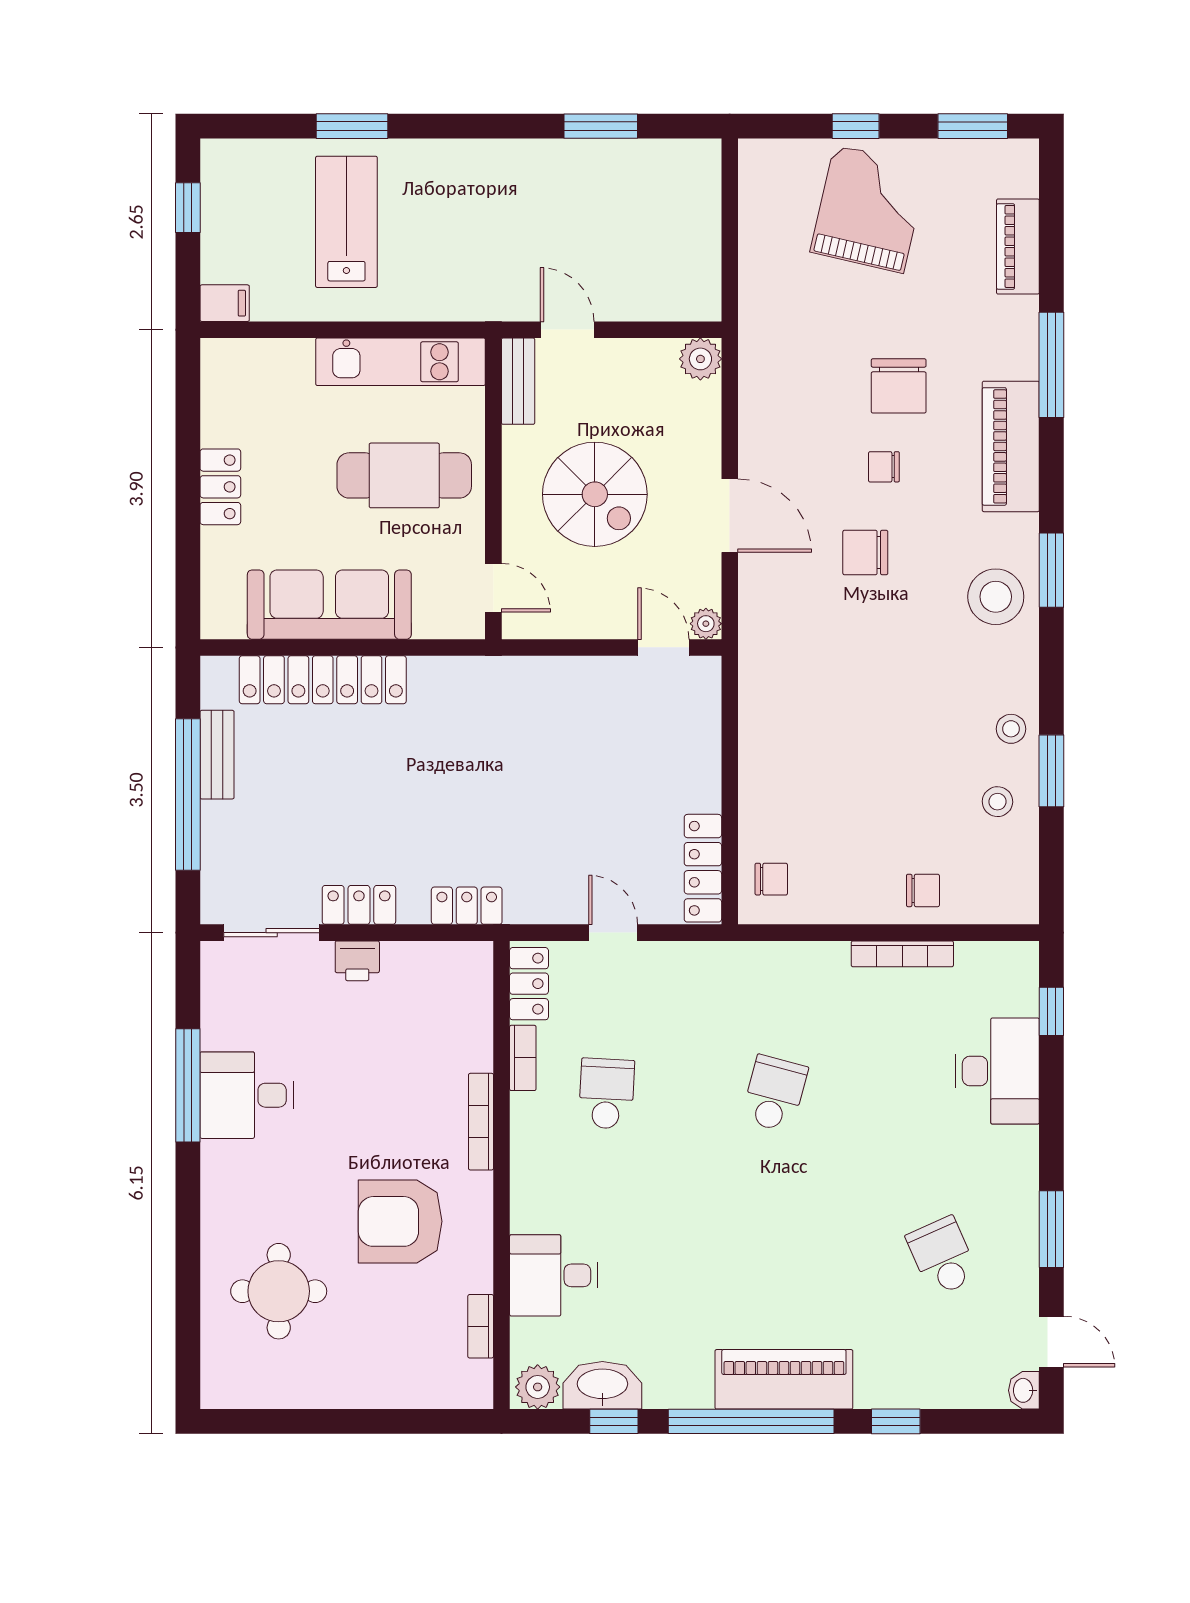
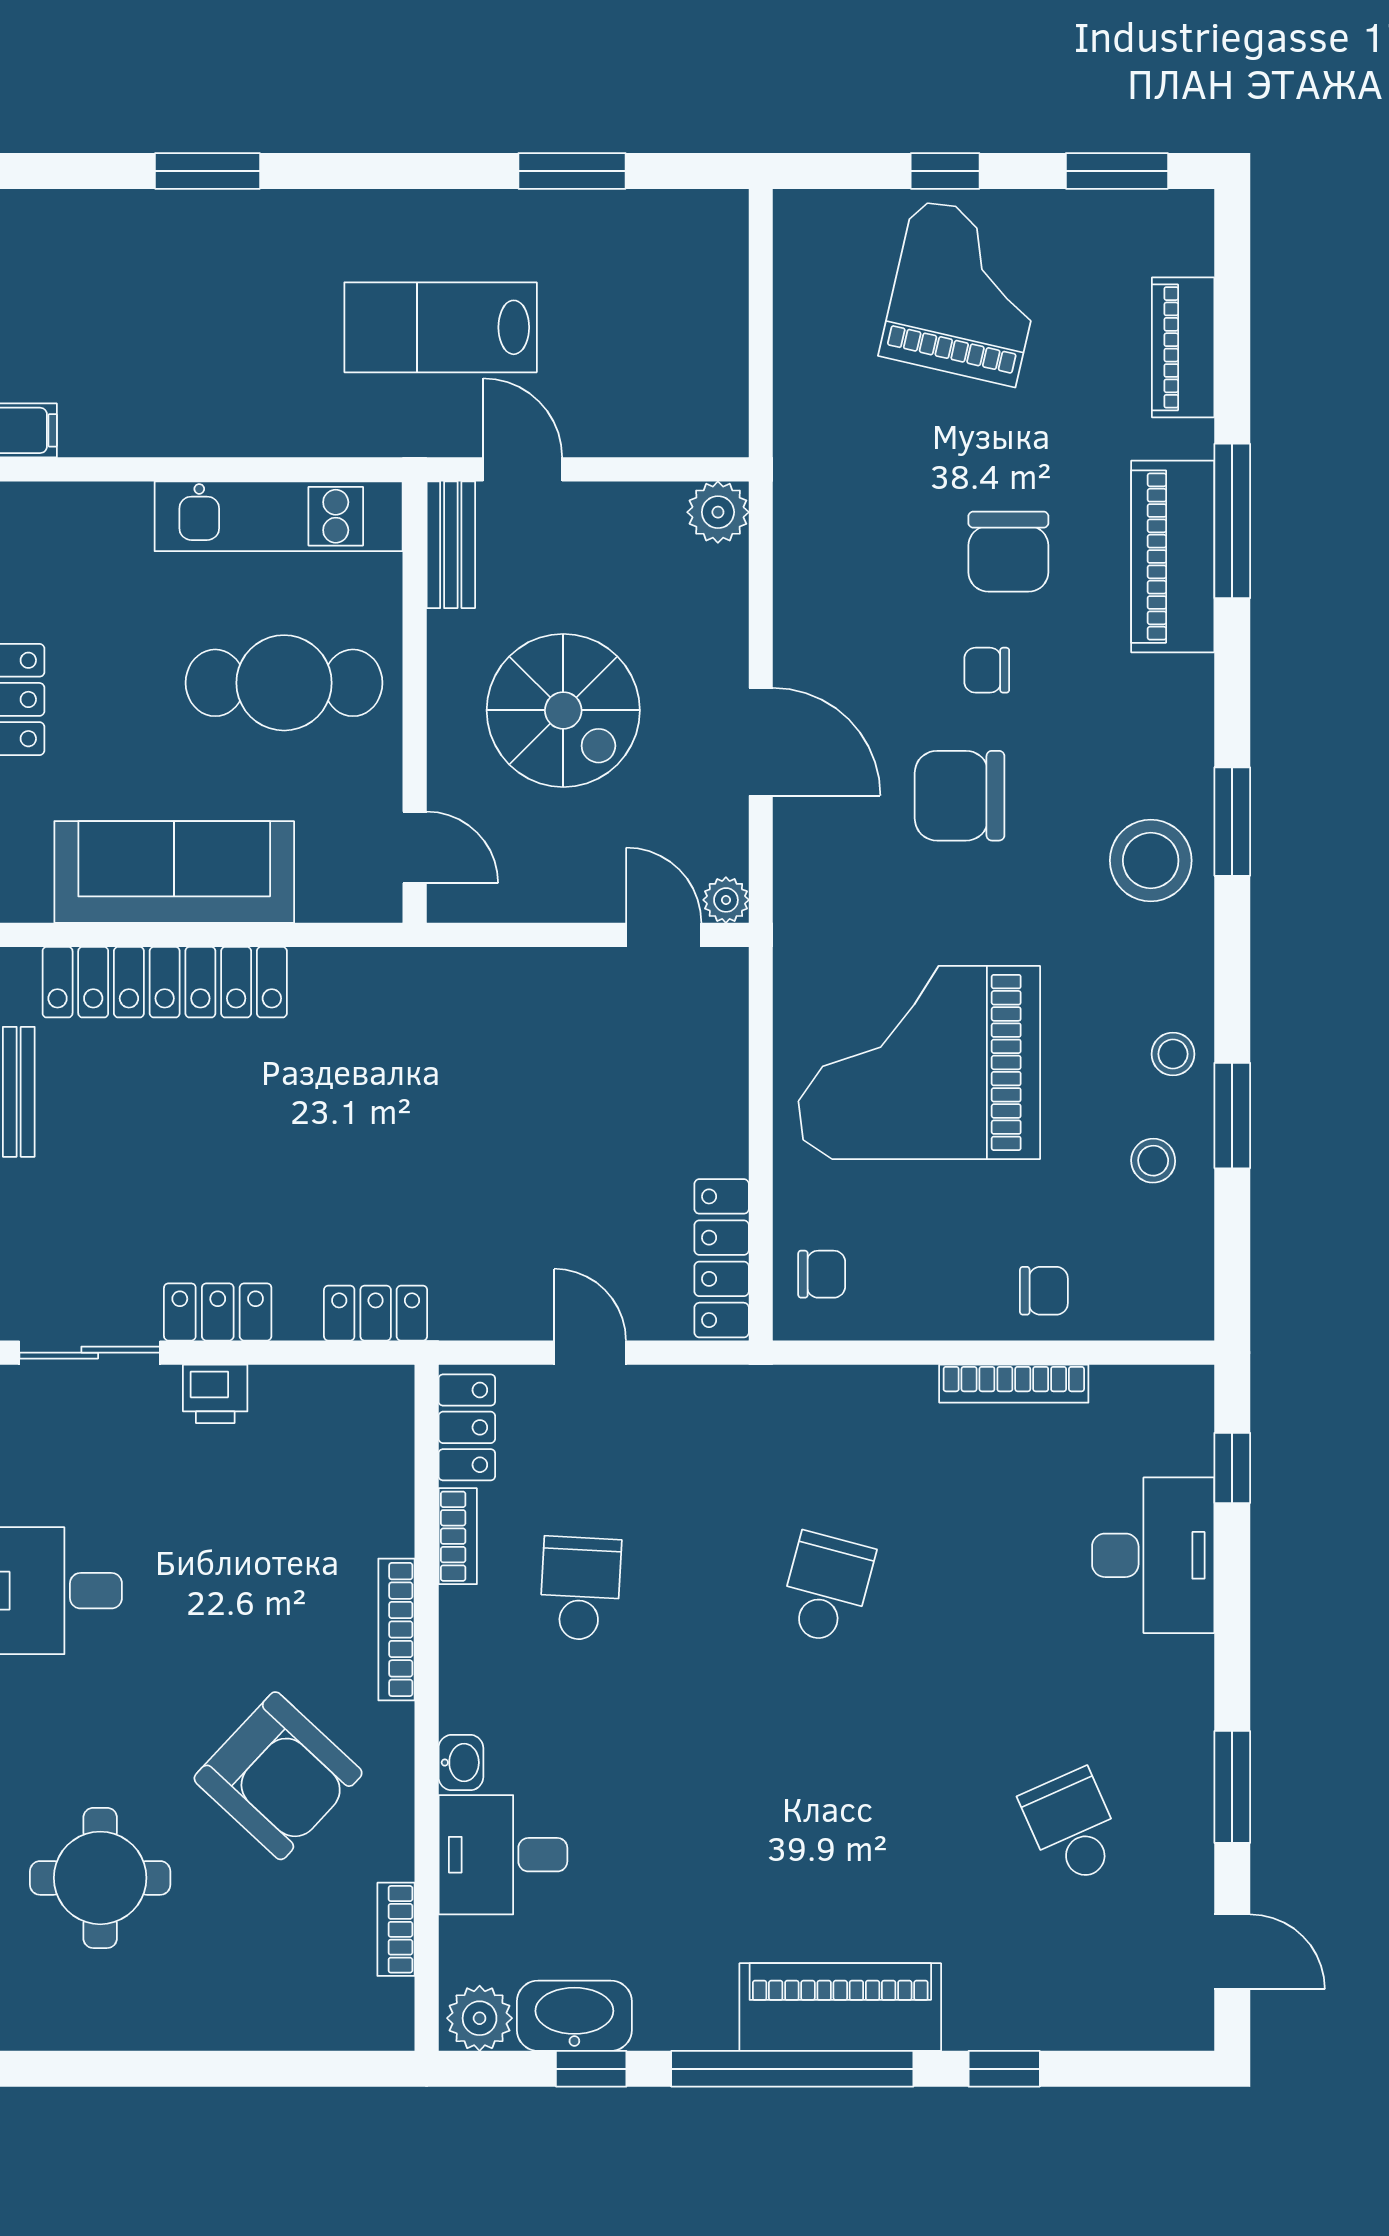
lab bench: (346, 222) -> (441, 327), moved, turned -90
piano: (1011, 446) -> (1173, 557), moved
chair: (865, 553) -> (960, 796), width x1.37, depth x1.37
grand piano: (838, 735) -> (919, 1062), added
armchair: (400, 1221) -> (278, 1776), turned -137
washbasin: (1024, 1390) -> (461, 1763), moved, turned 180

